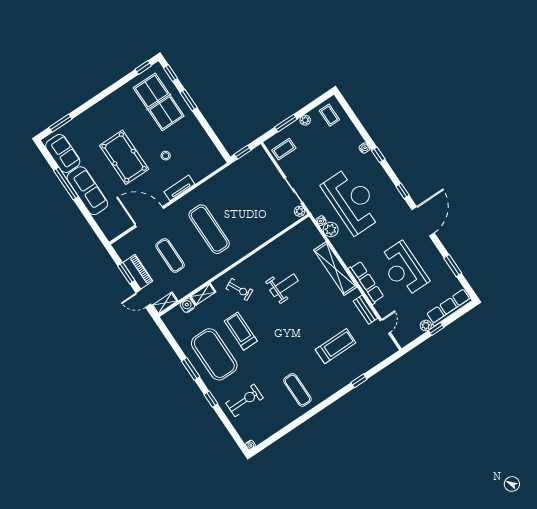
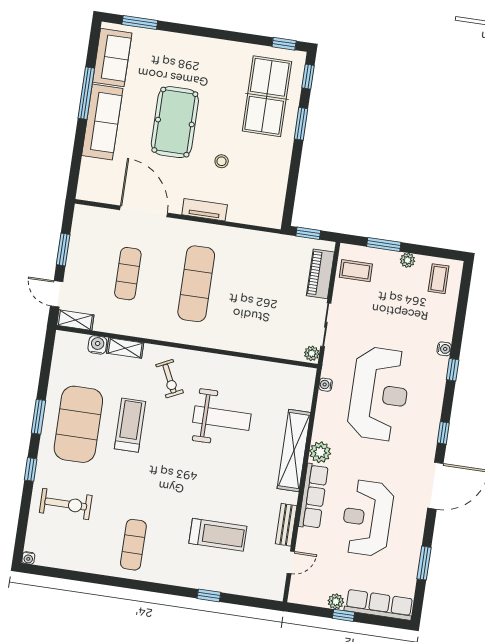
plant: (331, 229) -> (320, 452), moved
piano: (138, 272) -> (320, 274), moved, turned 180
weight bench: (284, 285) -> (222, 418), width x1.36, depth x1.33

